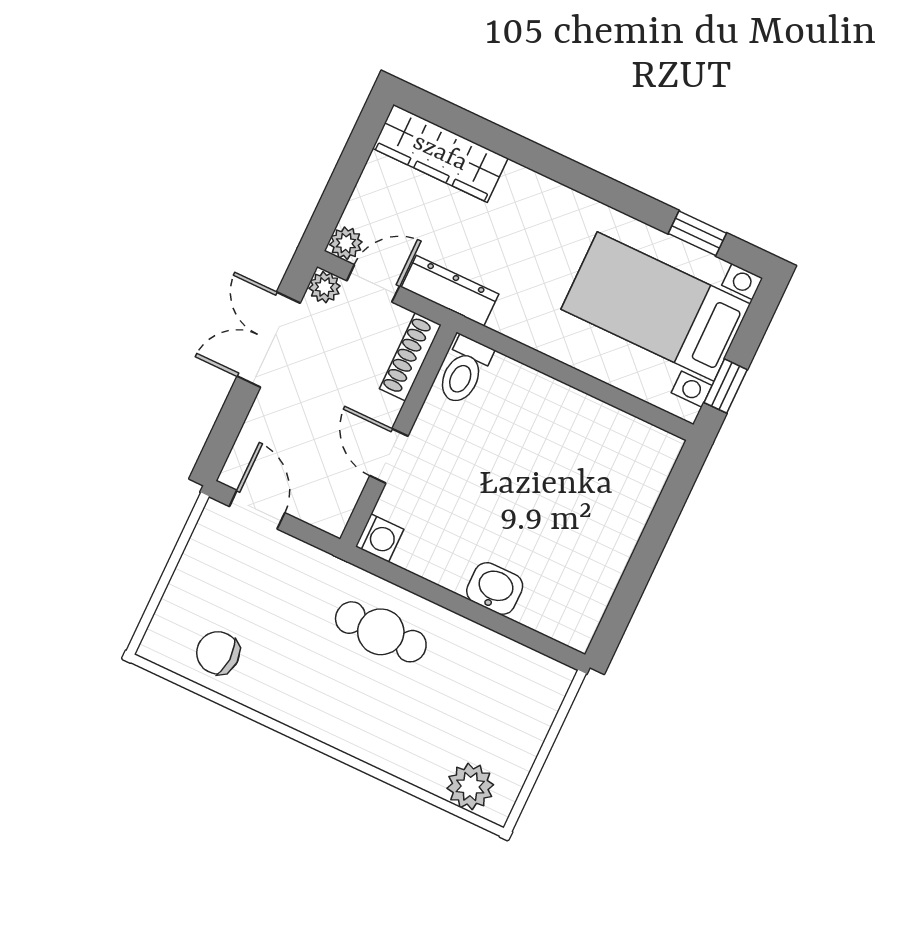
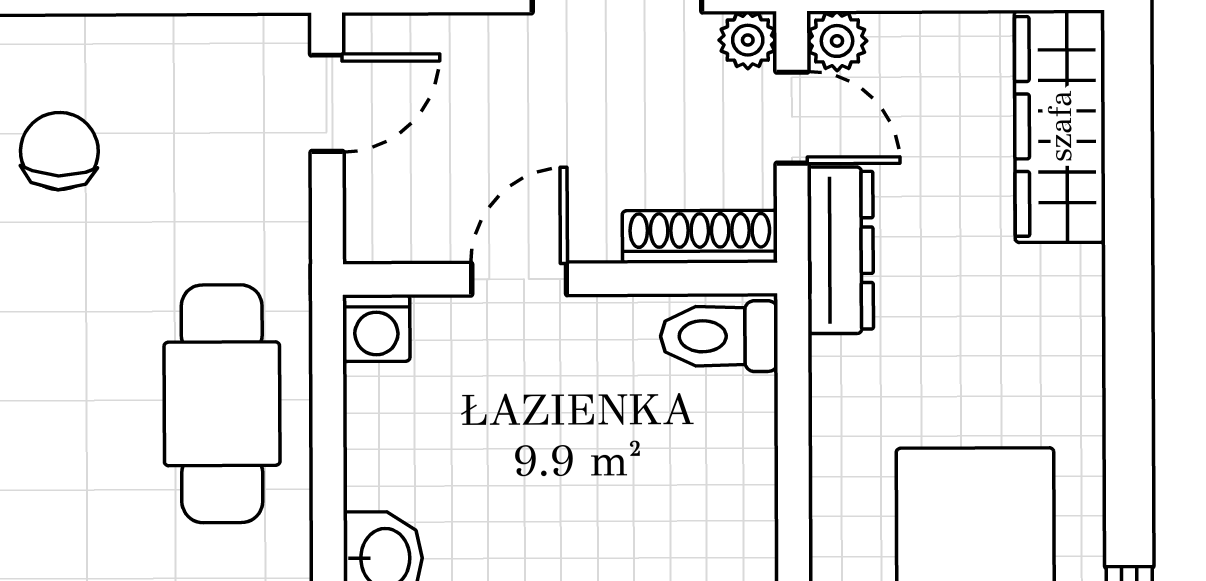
cafe table: (381, 632) -> (222, 404), width x1.37, depth x1.35

